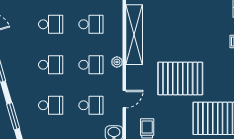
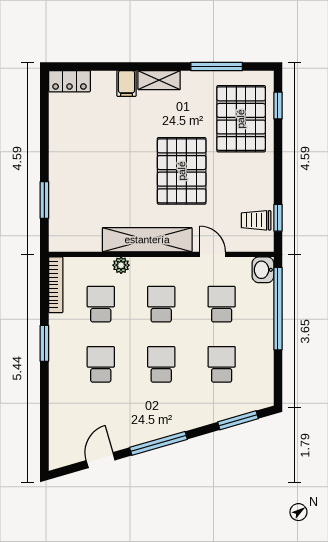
shelving: (134, 35) -> (147, 240), moved
plant: (117, 62) -> (121, 265), moved

